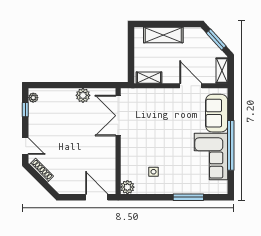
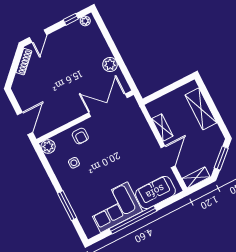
shelving: (149, 78) -> (162, 127), moved
armchair: (133, 154) -> (80, 136), added

